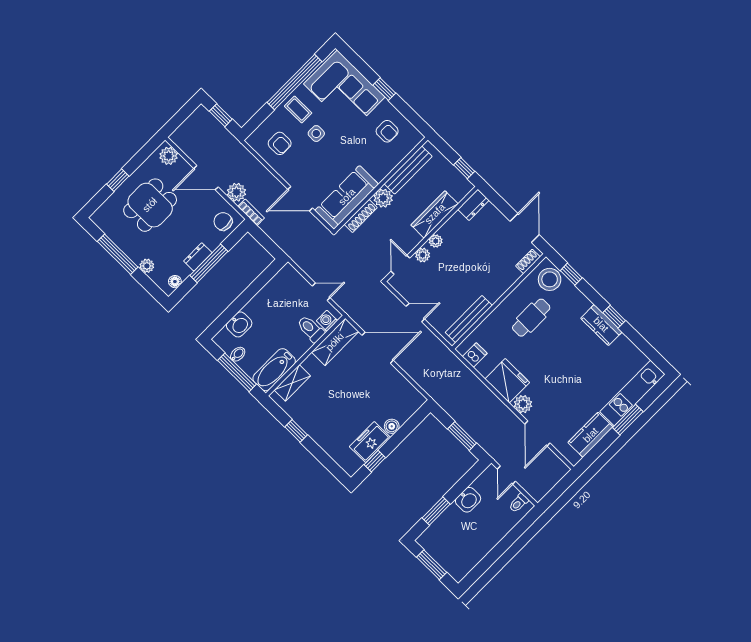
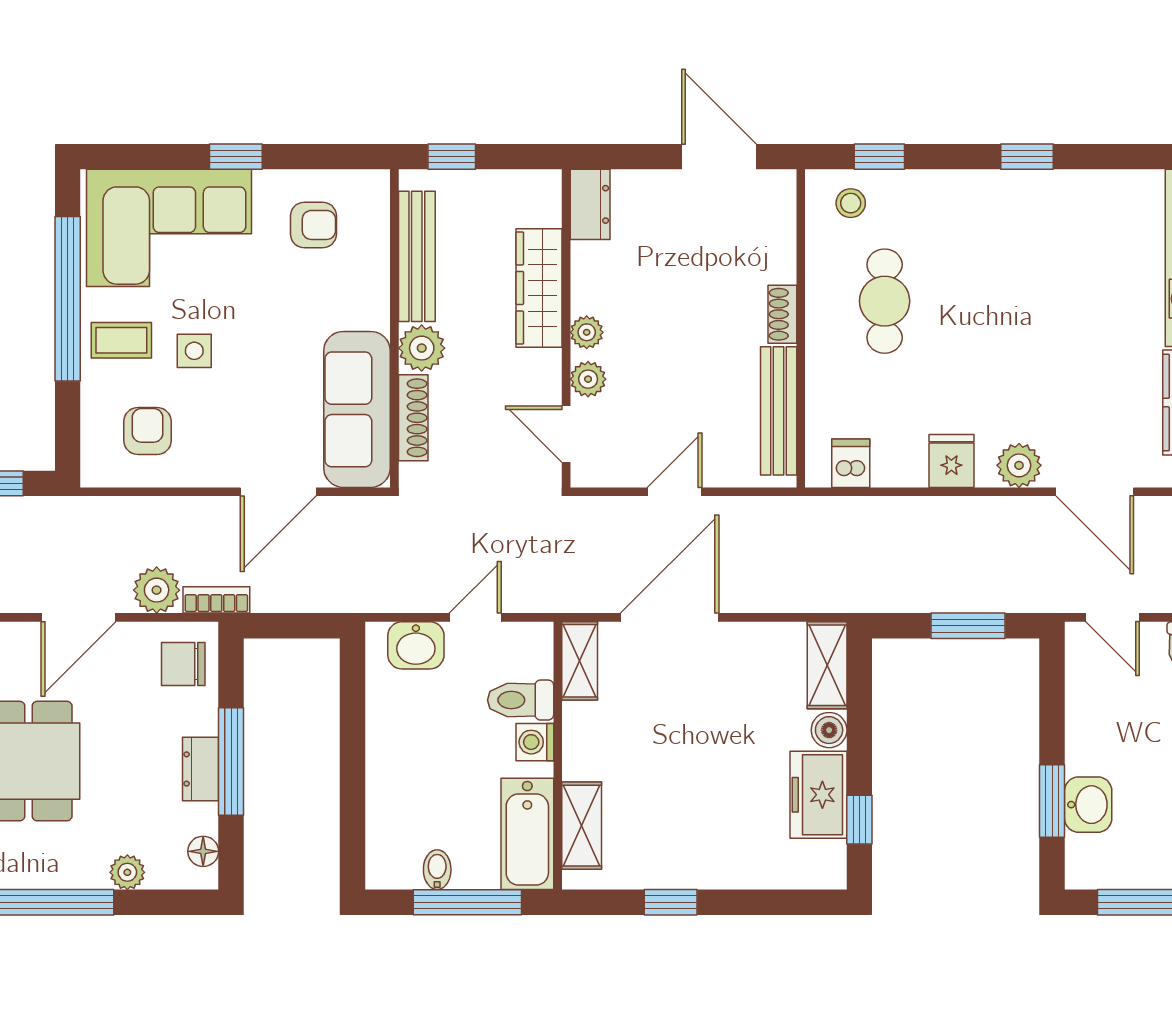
armchair: (280, 143) -> (148, 431), turned -90
window: (464, 168) -> (452, 157), moved
shoe rack: (528, 261) -> (782, 314), moved
stool: (550, 279) -> (851, 203), width x0.53, depth x0.53
washing machine: (327, 321) -> (535, 742), moved
washbasin: (239, 324) -> (416, 645), moved, turned 90
kitchen counter: (601, 325) -> (1019, 193), removed
shelving: (335, 342) -> (580, 661), width x0.67, depth x0.75
fridge: (507, 381) -> (951, 461), width x0.53, depth x0.75
shelving: (410, 407) -> (827, 665), added
washbasin: (468, 500) -> (1088, 805), moved

